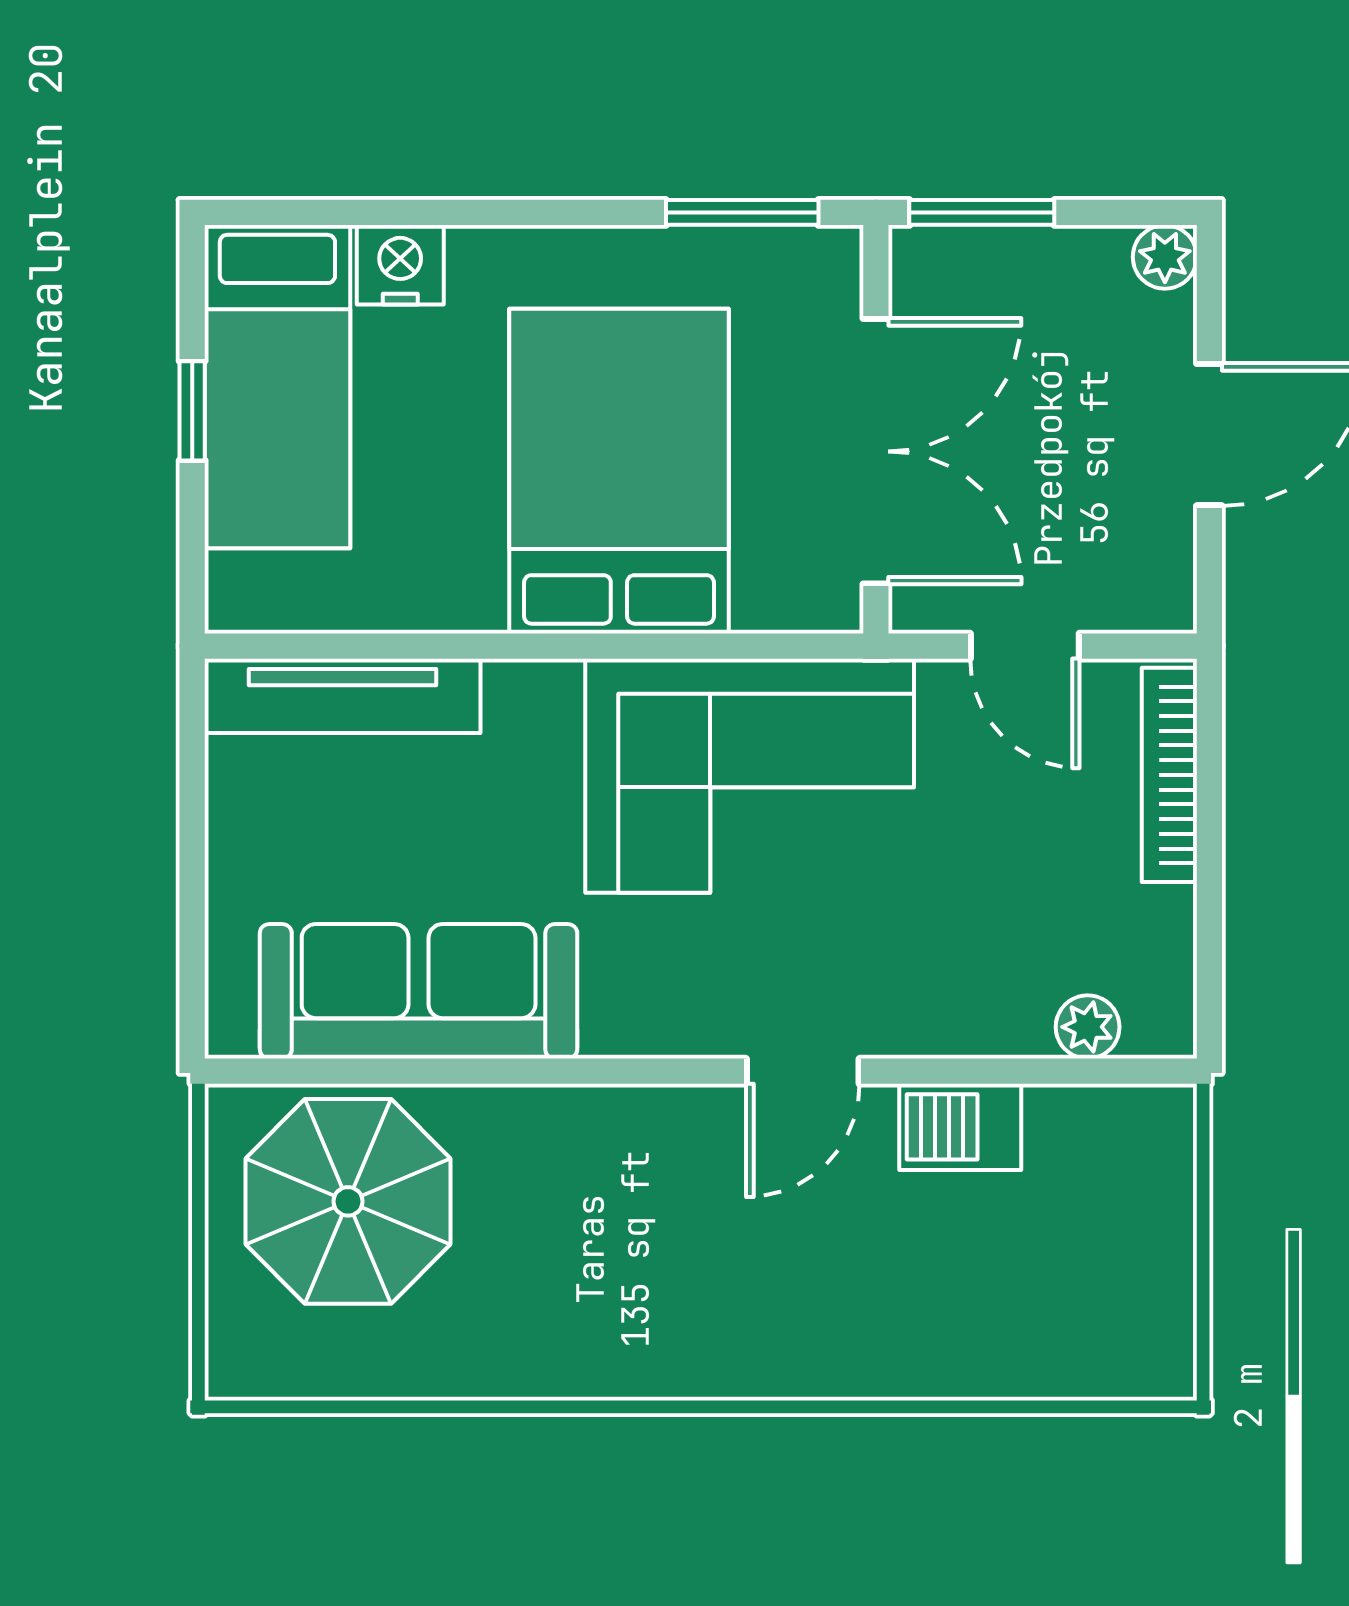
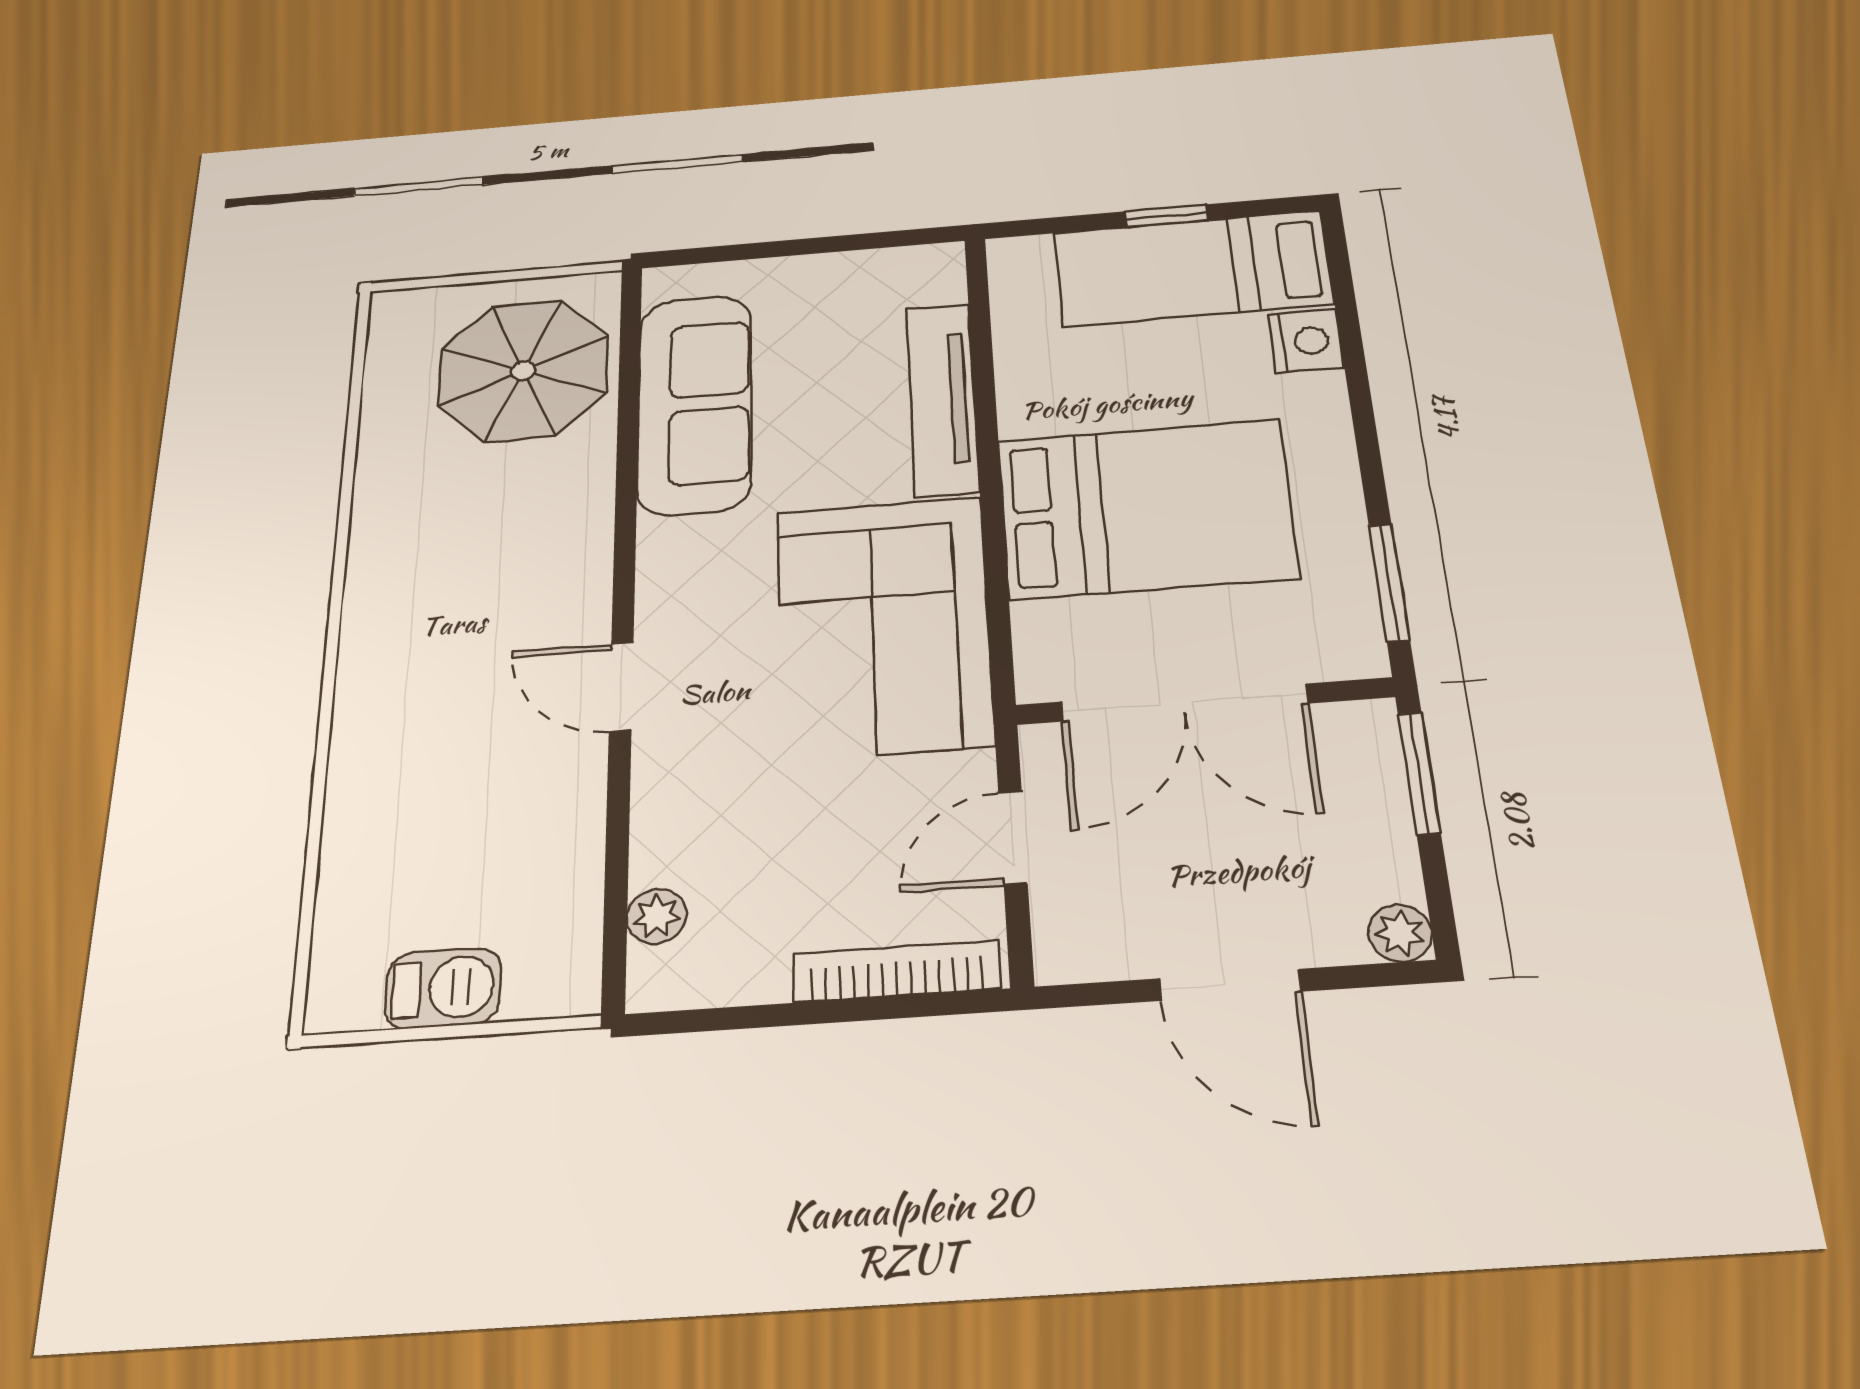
tv unit: (342, 696) -> (943, 399), moved
barbecue: (960, 1127) -> (443, 988), moved, turned 90

